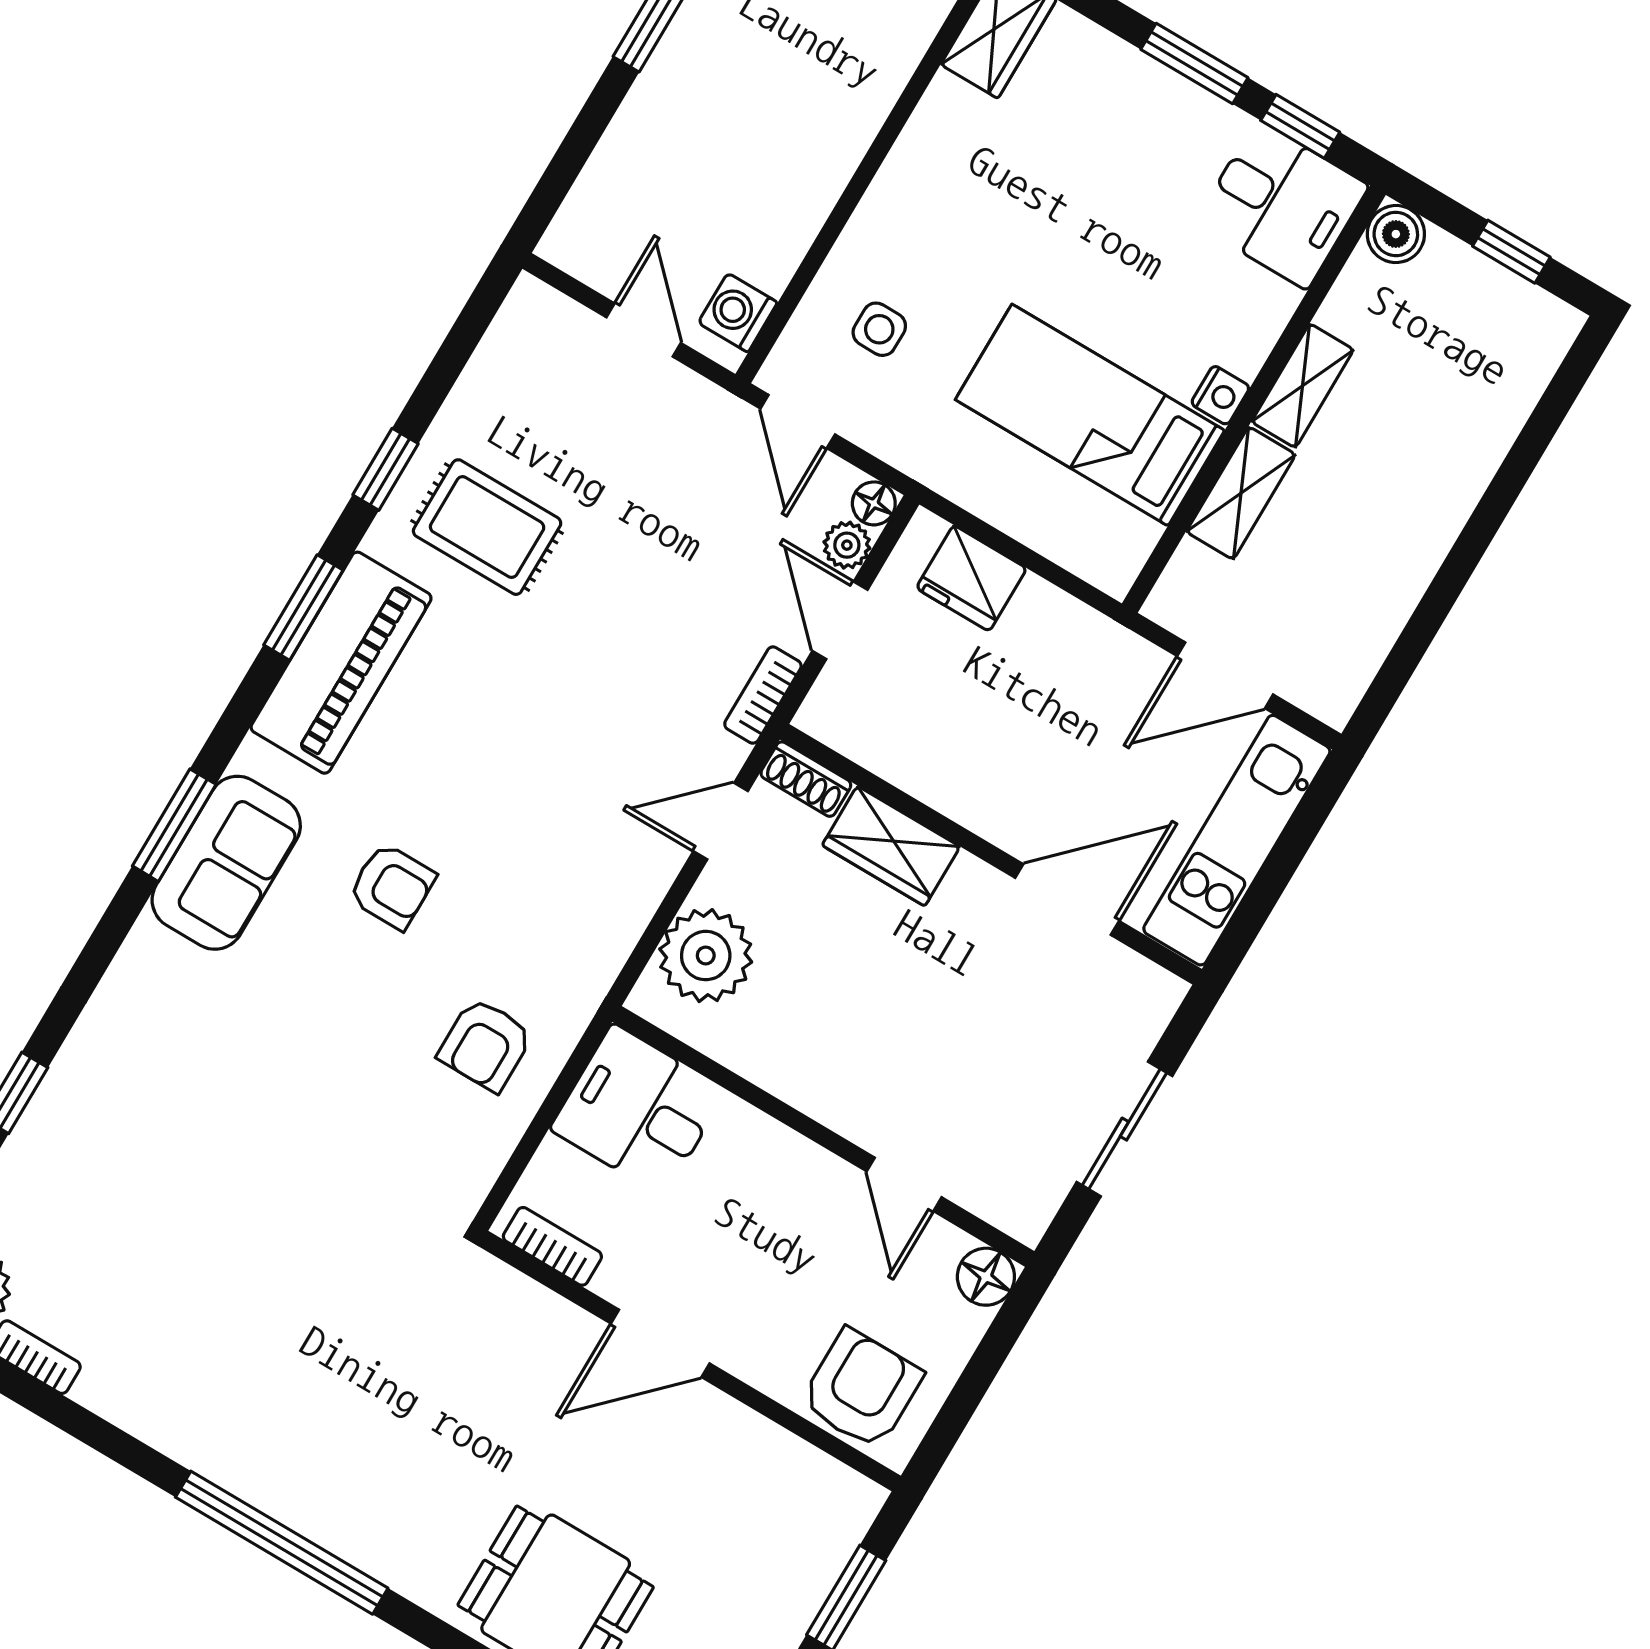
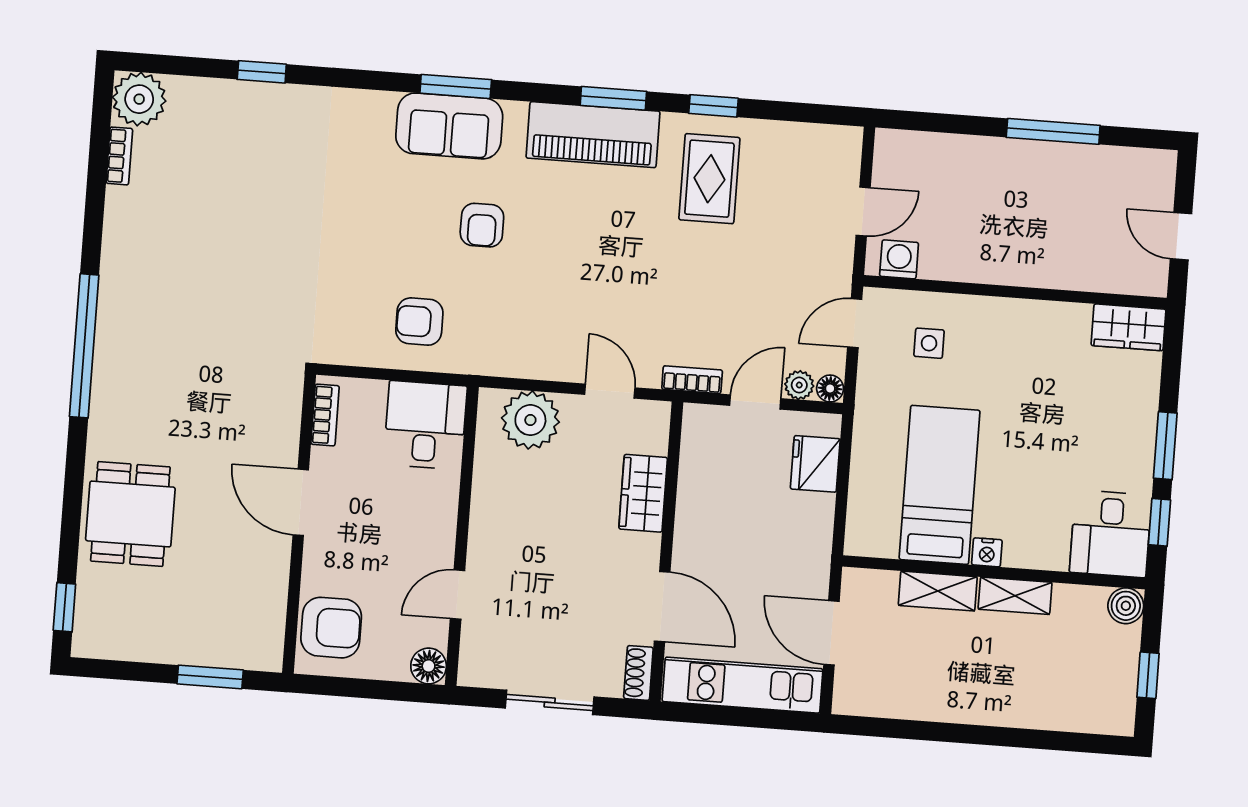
shoe rack: (806, 779) -> (638, 673), moved

